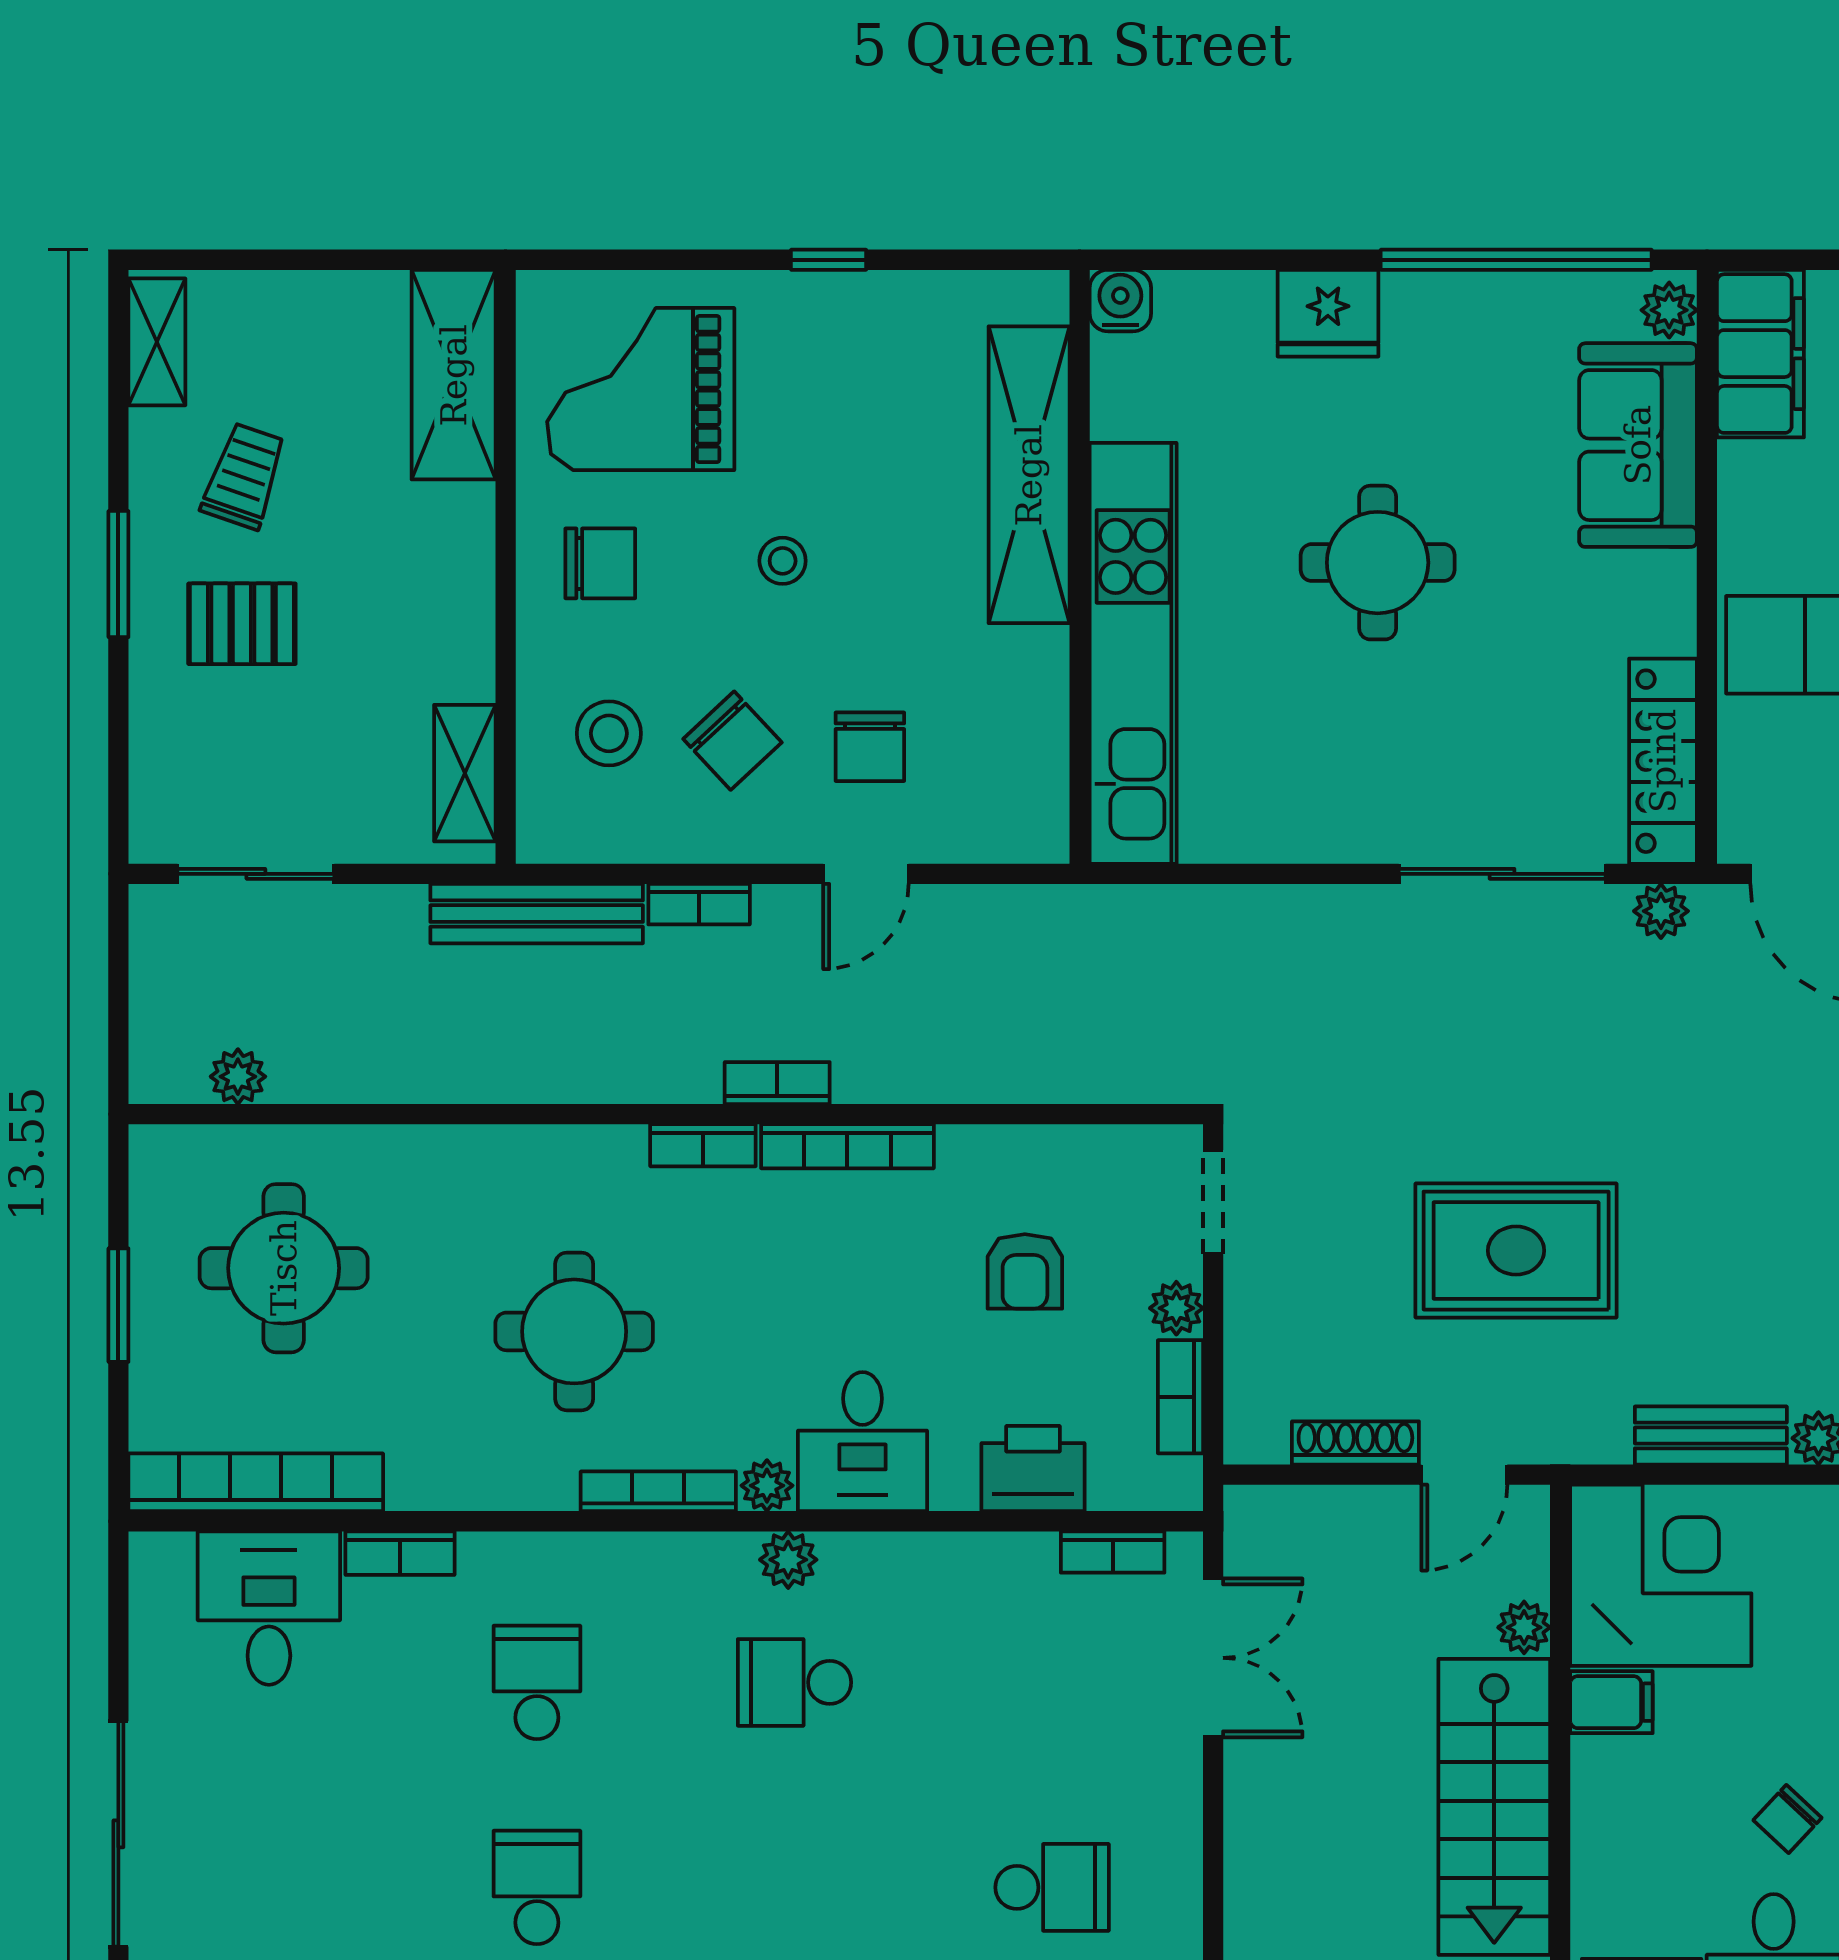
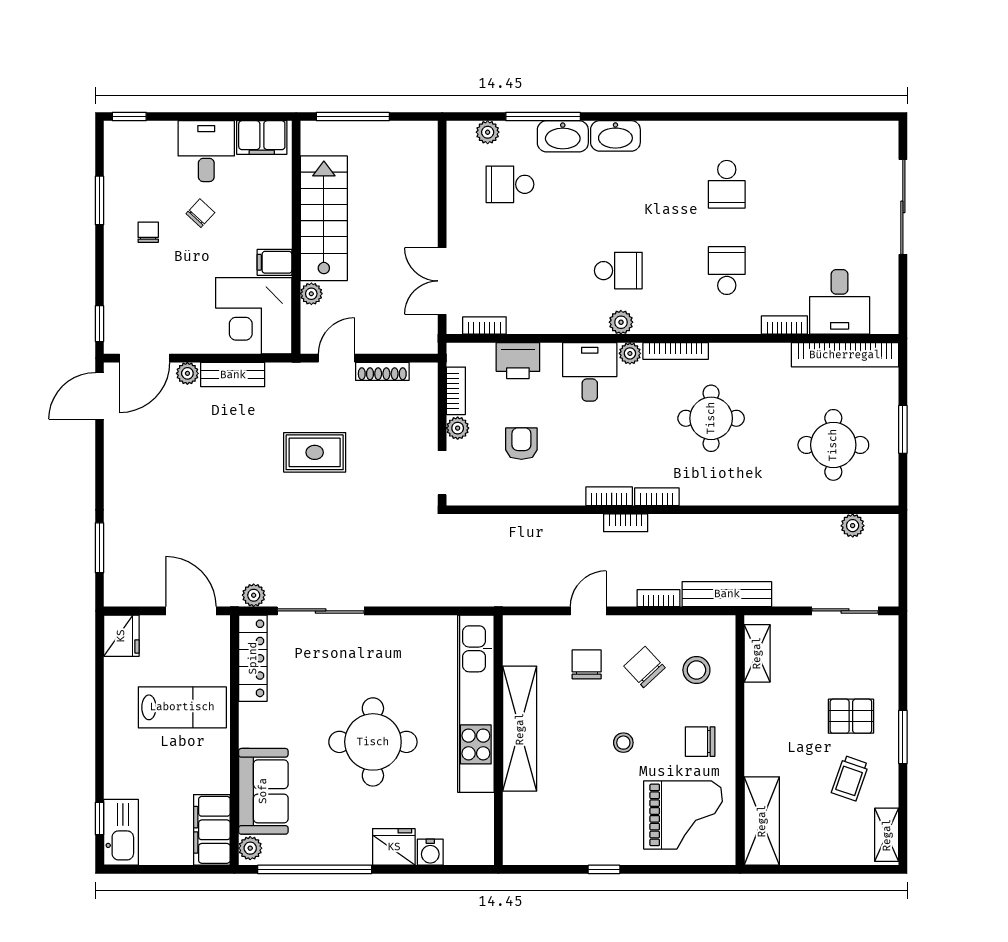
water cooler: (1120, 301) -> (430, 852), moved
shelving: (1029, 475) -> (520, 729), moved
round table: (1378, 563) -> (373, 742), width x1.36, depth x1.36
bookcase: (847, 1146) -> (609, 496), width x0.64
rug: (1516, 1251) -> (315, 452), width x0.73, depth x0.70
school desk: (537, 1682) -> (727, 271), turned 180

